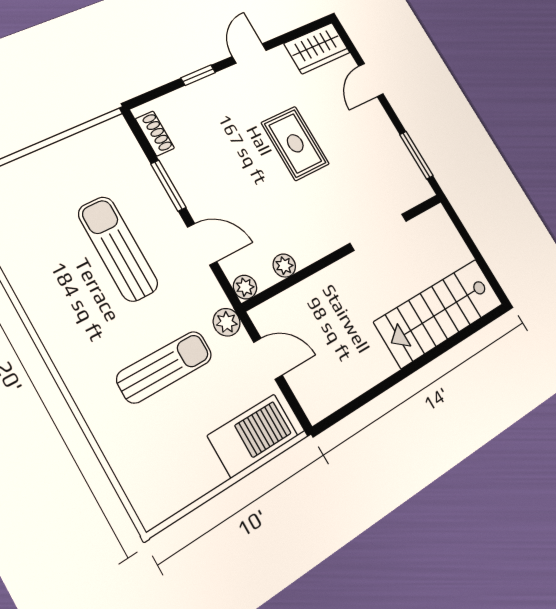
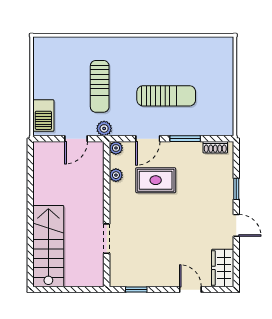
rug: (295, 143) -> (156, 180), moved
window: (416, 155) -> (136, 290), width x0.67
doorway: (378, 232) -> (107, 239), width x0.73
barbecue: (253, 436) -> (43, 116), width x0.73, depth x0.83

